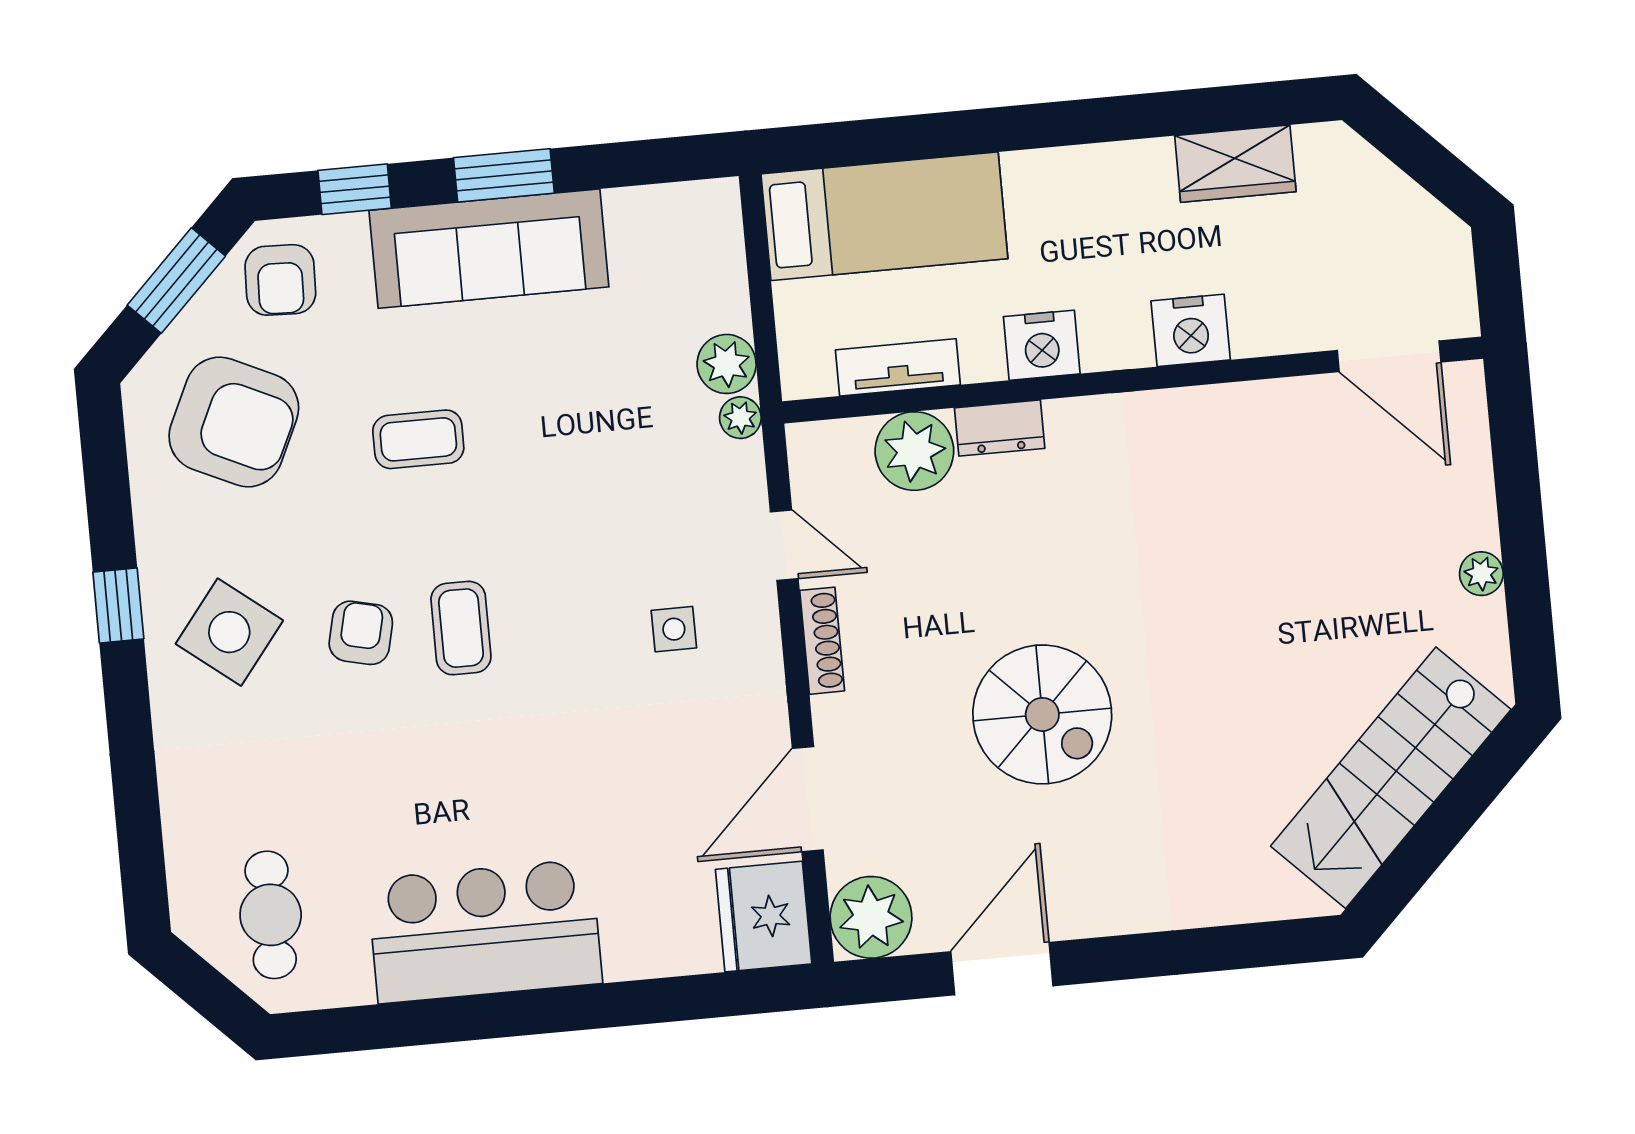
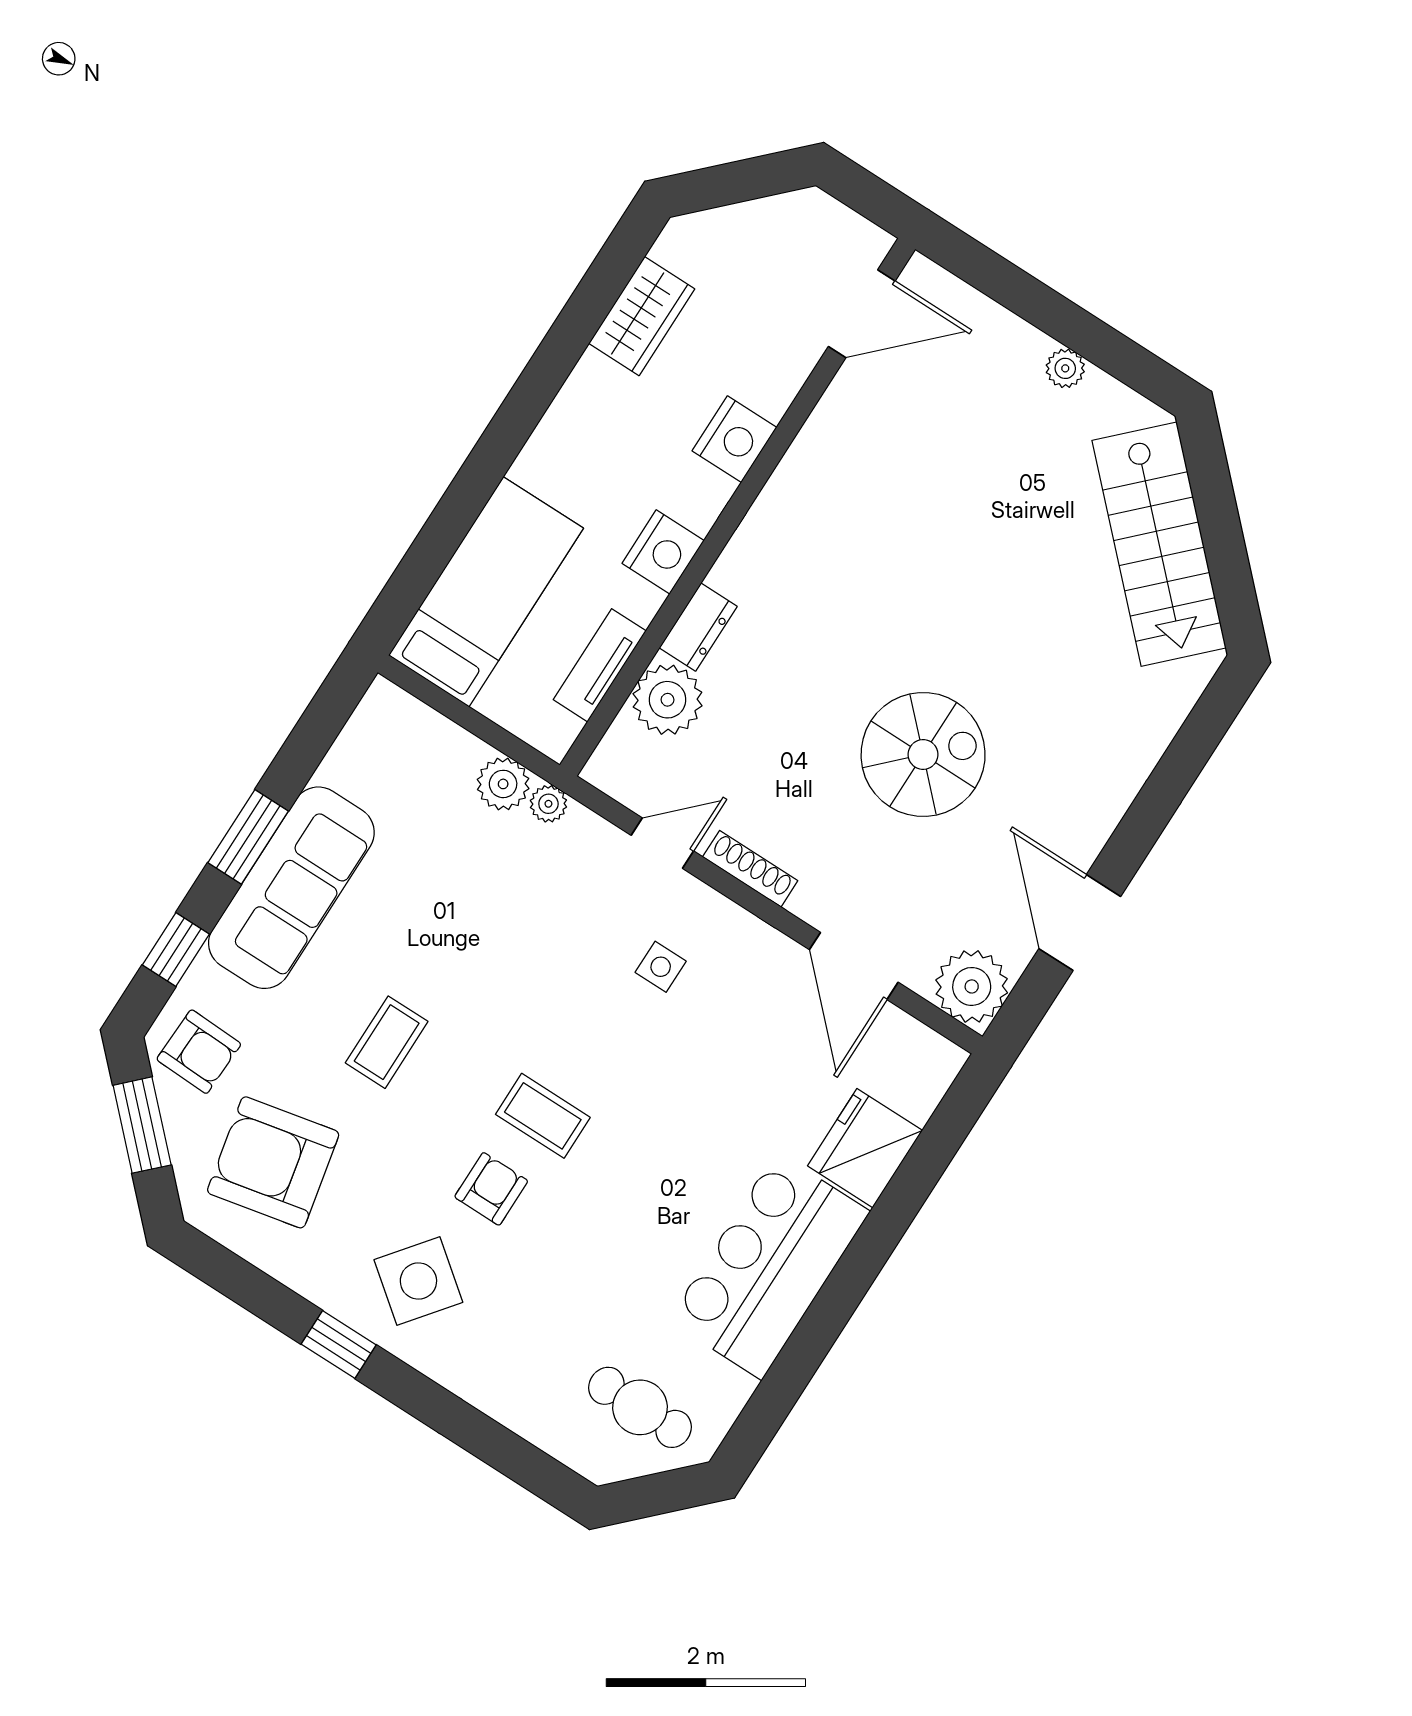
armchair: (234, 422) -> (273, 1162), turned -127
armchair: (361, 633) -> (491, 1189), turned 77
fridge: (764, 917) -> (865, 1148), moved, turned 90

